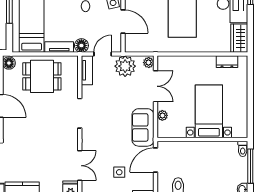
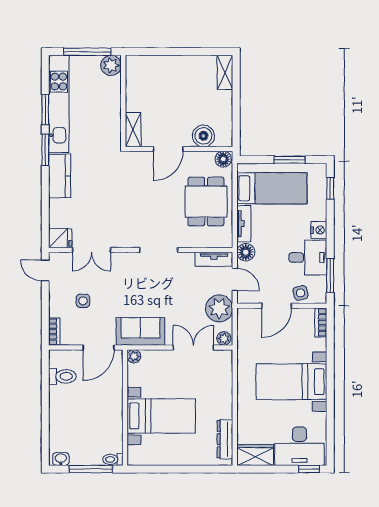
dresser: (227, 62) -> (225, 439), width x1.44
double door: (156, 86) -> (193, 347), swing flipped
plant: (162, 115) -> (134, 356), moved
door: (156, 160) -> (99, 347), swing flipped

